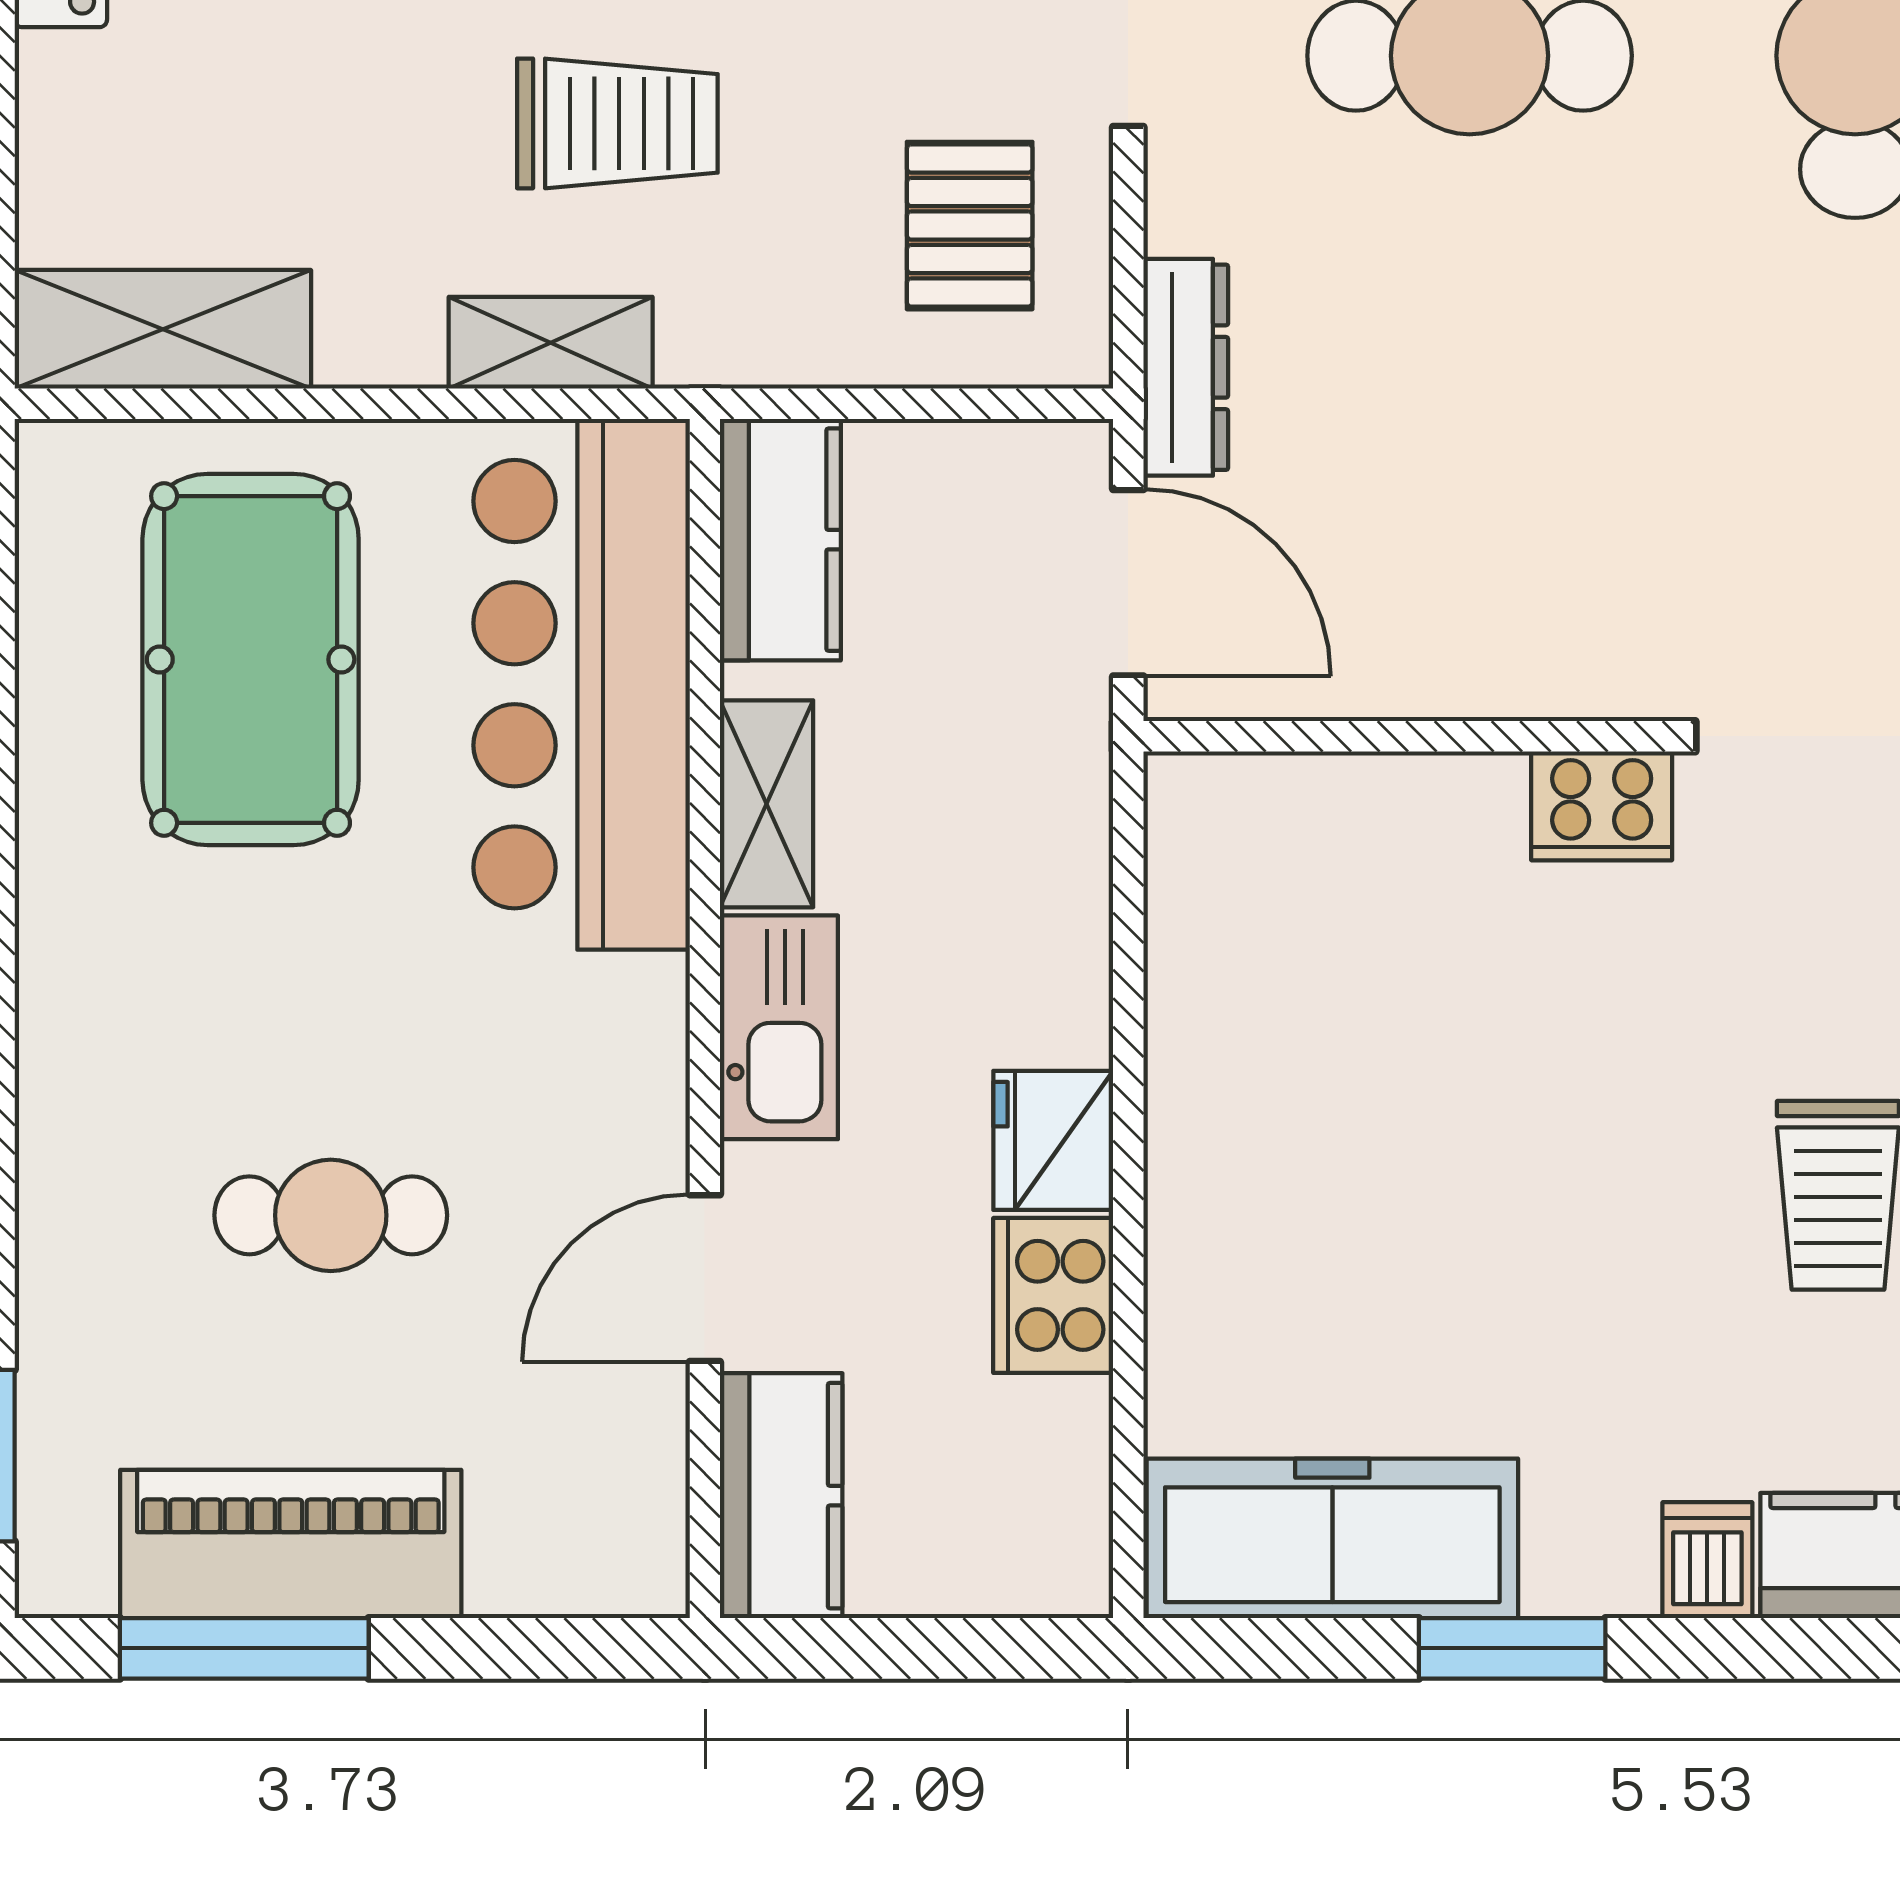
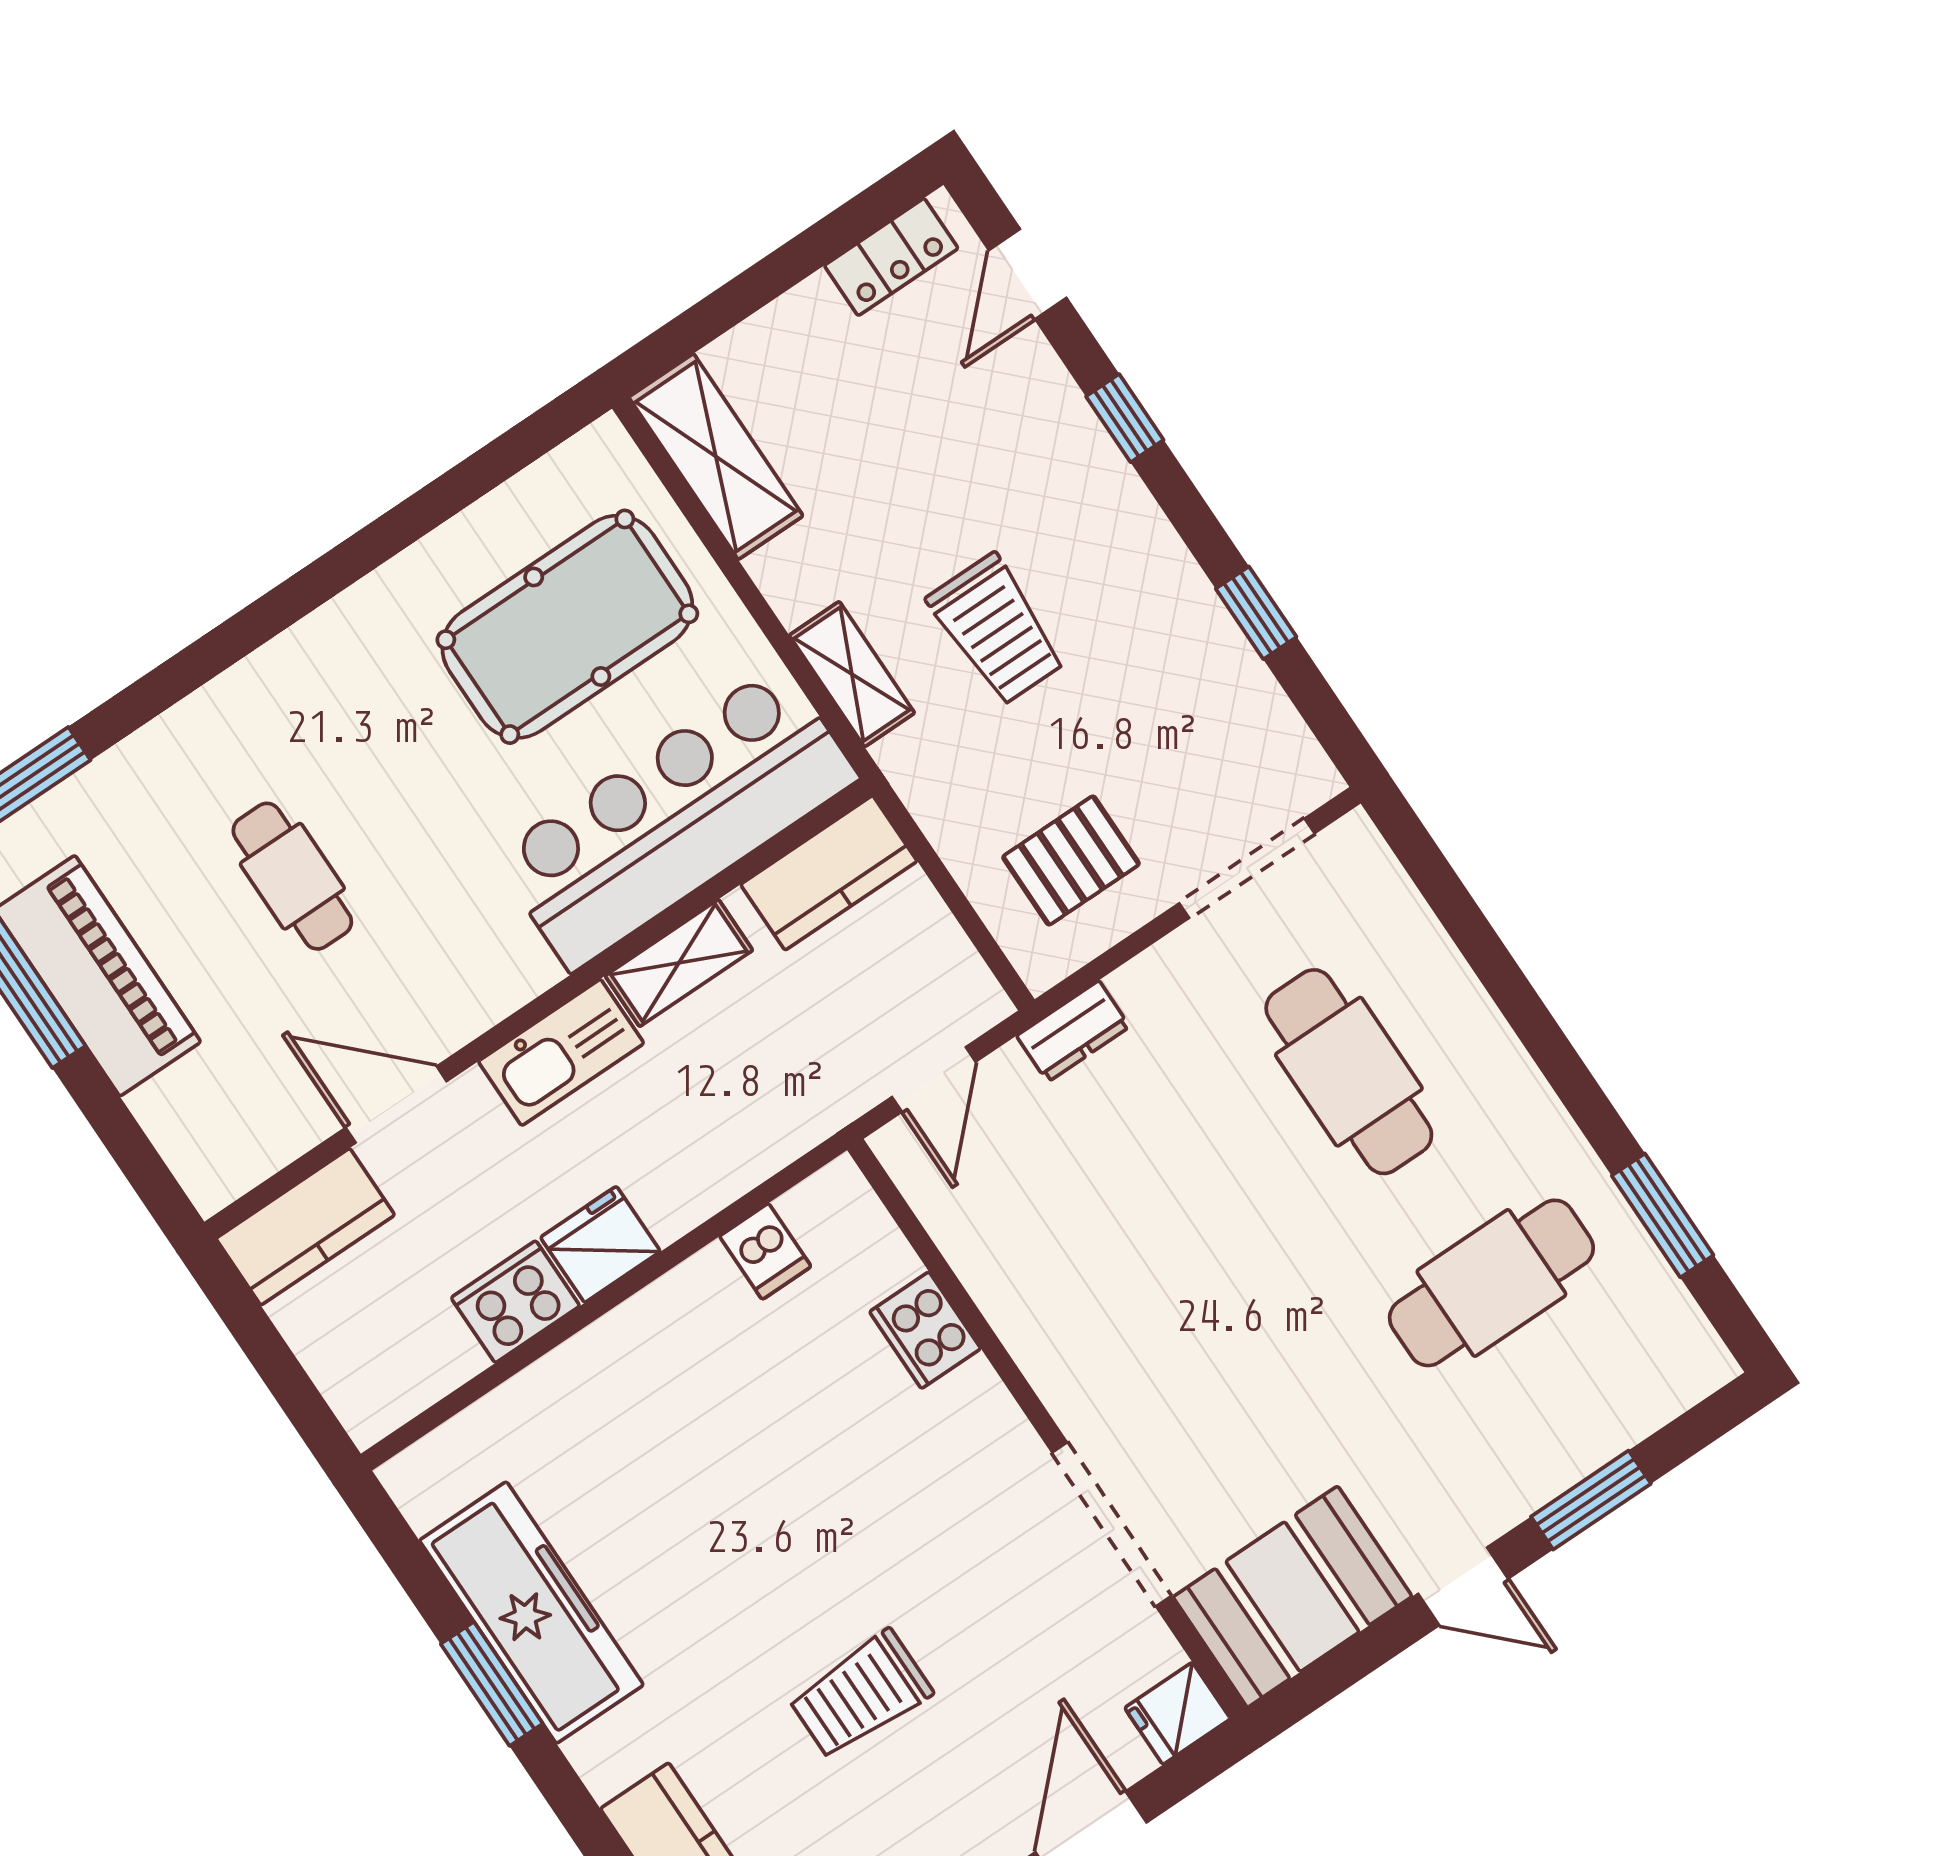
dresser: (1186, 367) -> (1073, 1031), width x0.70
door: (1128, 583) -> (934, 1079), width x0.73
cooker: (1602, 806) -> (925, 1330), moved
freezer: (1332, 1538) -> (531, 1613), moved
dishwasher: (1707, 1560) -> (765, 1251), moved, turned 90

